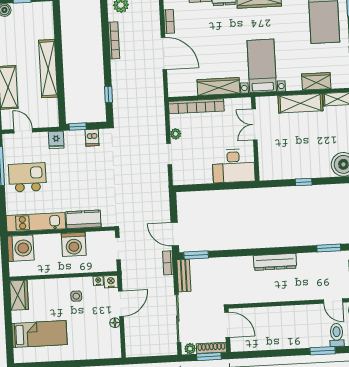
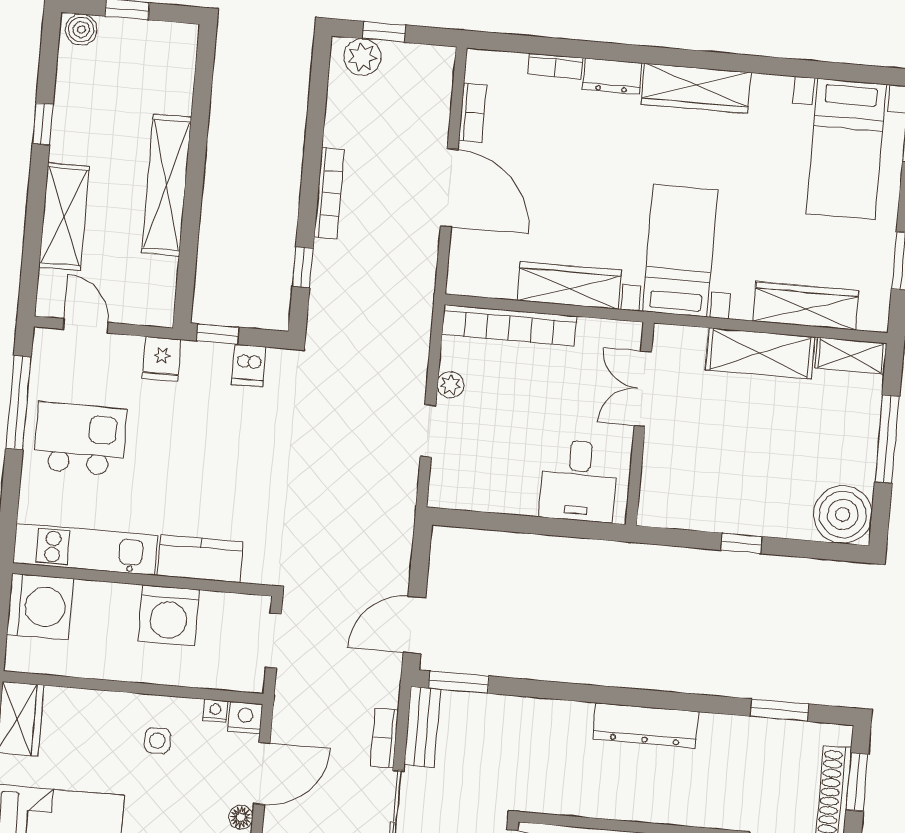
bookcase: (114, 40) -> (329, 193), moved
wardrobe: (316, 81) -> (806, 306), width x1.50
desk: (234, 166) -> (579, 481), width x0.73
door: (175, 234) -> (414, 625), hinge flipped
bookcase: (168, 263) -> (384, 738), moved

